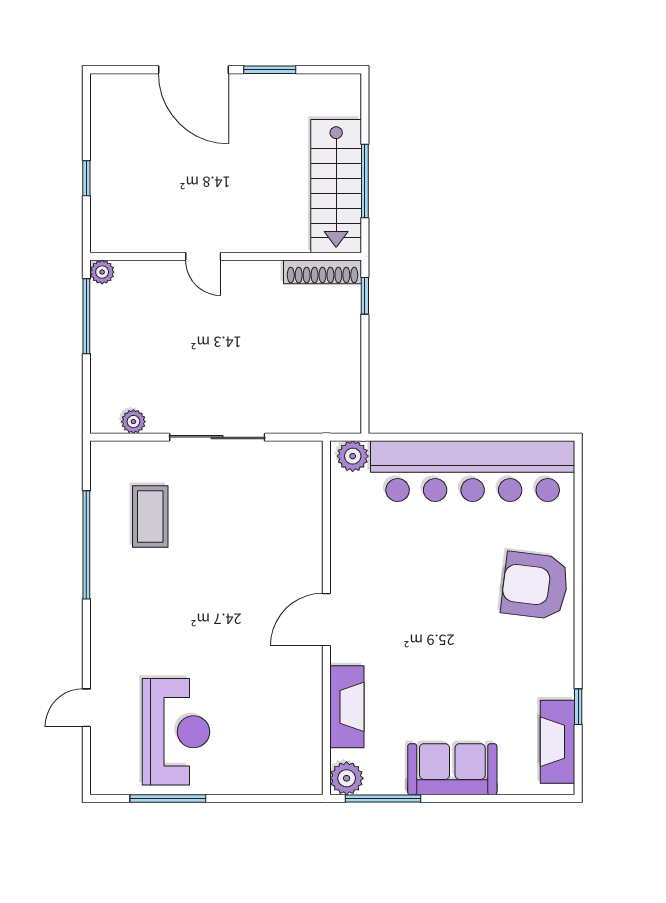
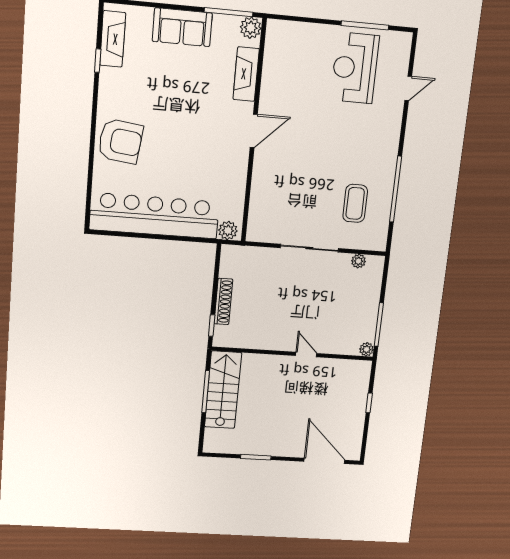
door: (193, 70) -> (324, 461), moved
shoe rack: (322, 272) -> (223, 302), moved, turned 90

